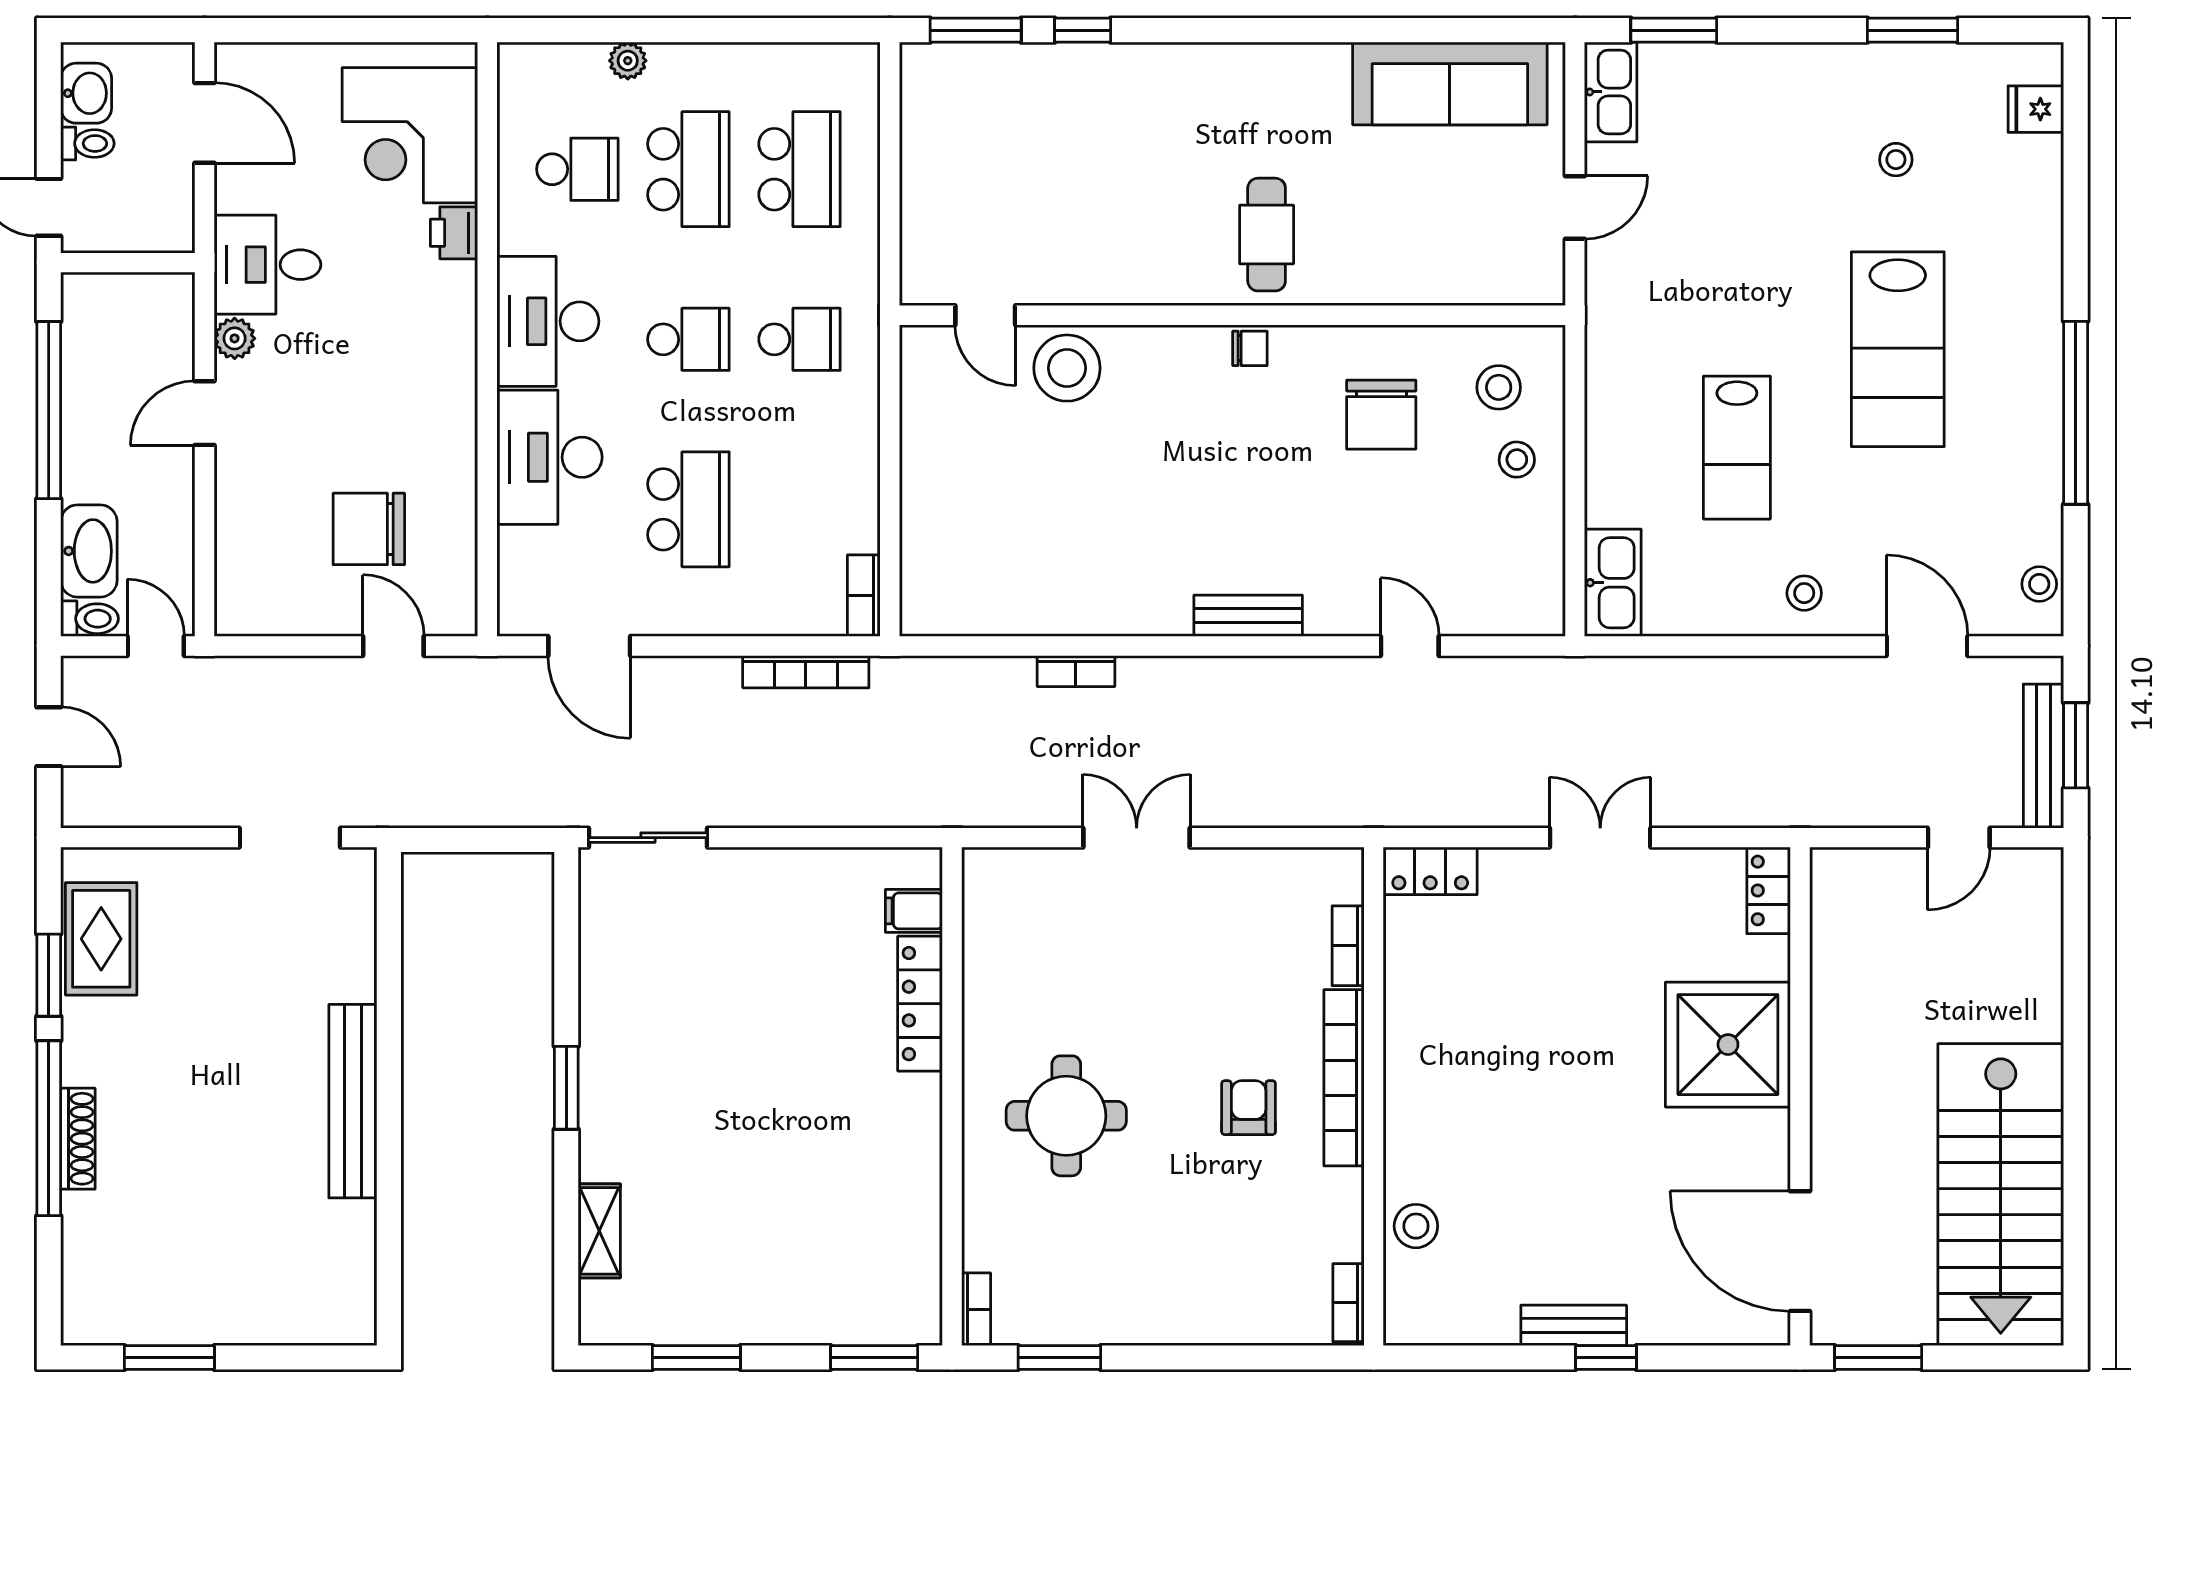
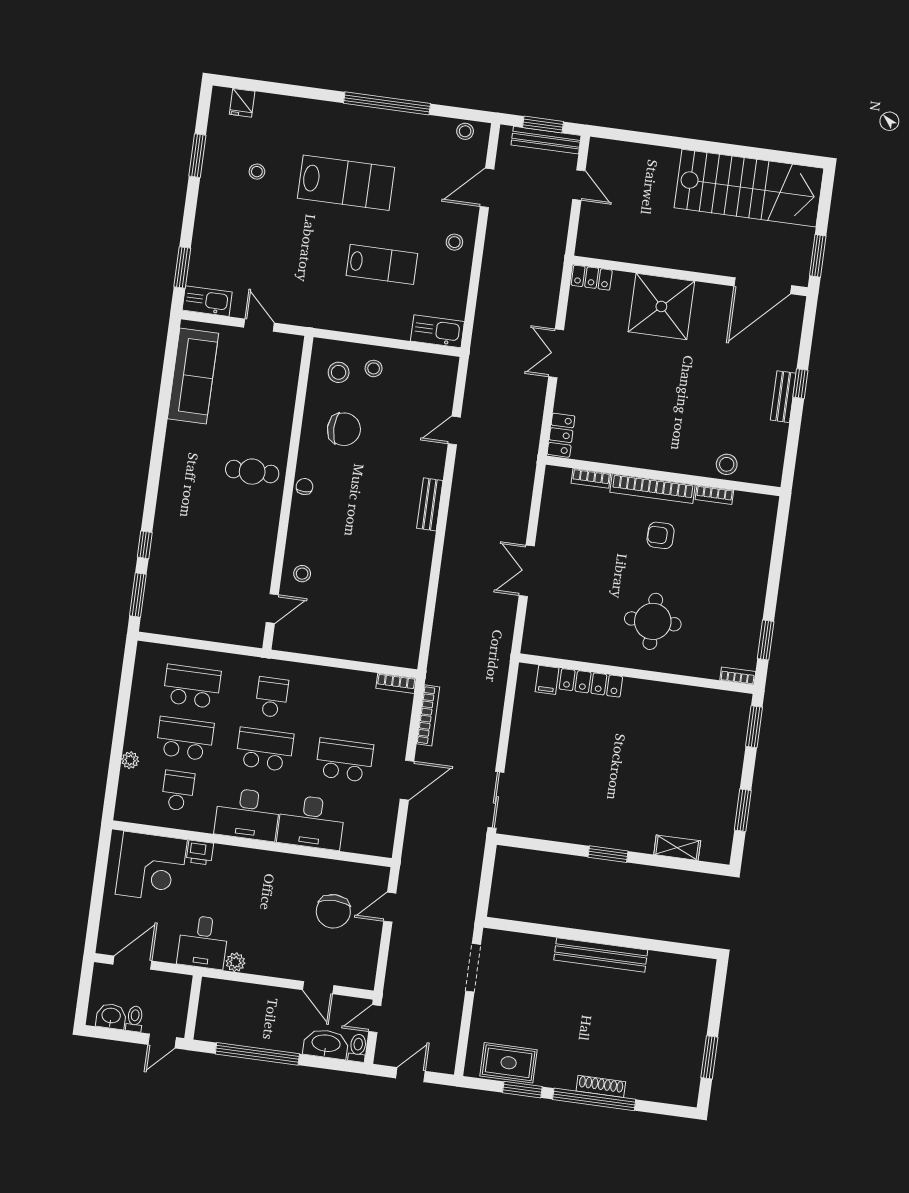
school desk: (688, 339) -> (265, 749), width x1.85
stool: (1067, 368) -> (302, 574), width x0.53, depth x0.53
door: (204, 413) -> (318, 988), moved
door: (589, 646) -> (407, 780), moved
bookcase: (1076, 671) -> (445, 589), removed
bookcase: (1348, 1303) -> (714, 495), moved

